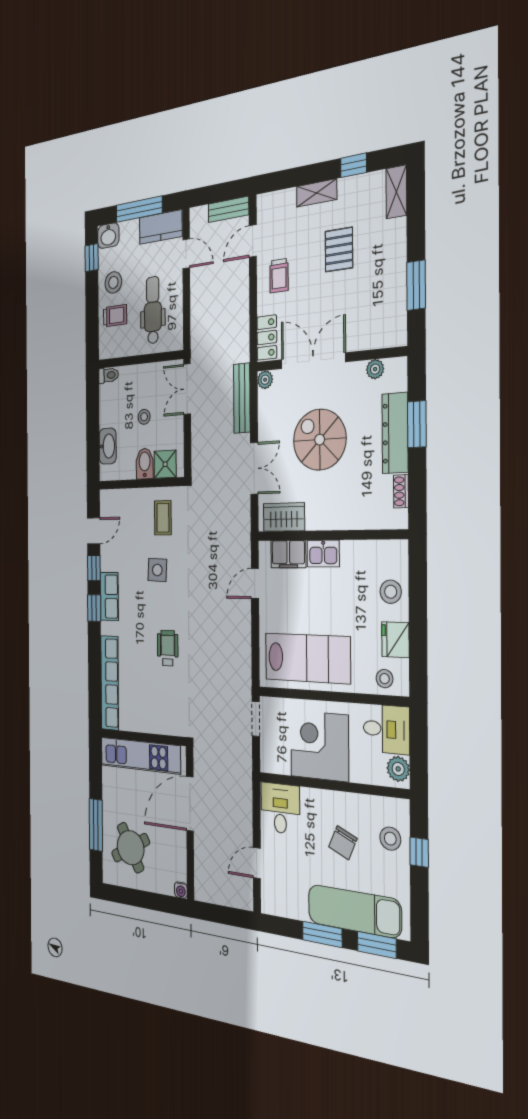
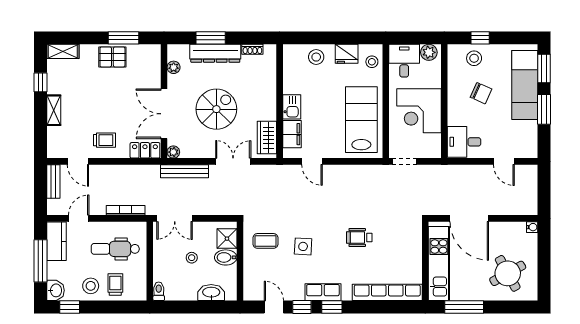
pallet: (339, 250) -> (112, 57), moved
bookcase: (196, 319) -> (126, 210), added
spiral stairs: (320, 440) -> (216, 109), turned 180
window: (96, 825) -> (464, 307), moved

